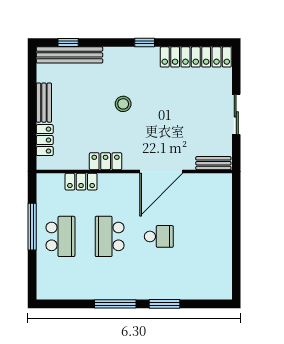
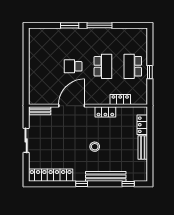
bench: (69, 55) -> (106, 176), moved
window: (32, 227) -> (150, 72), width x0.46

